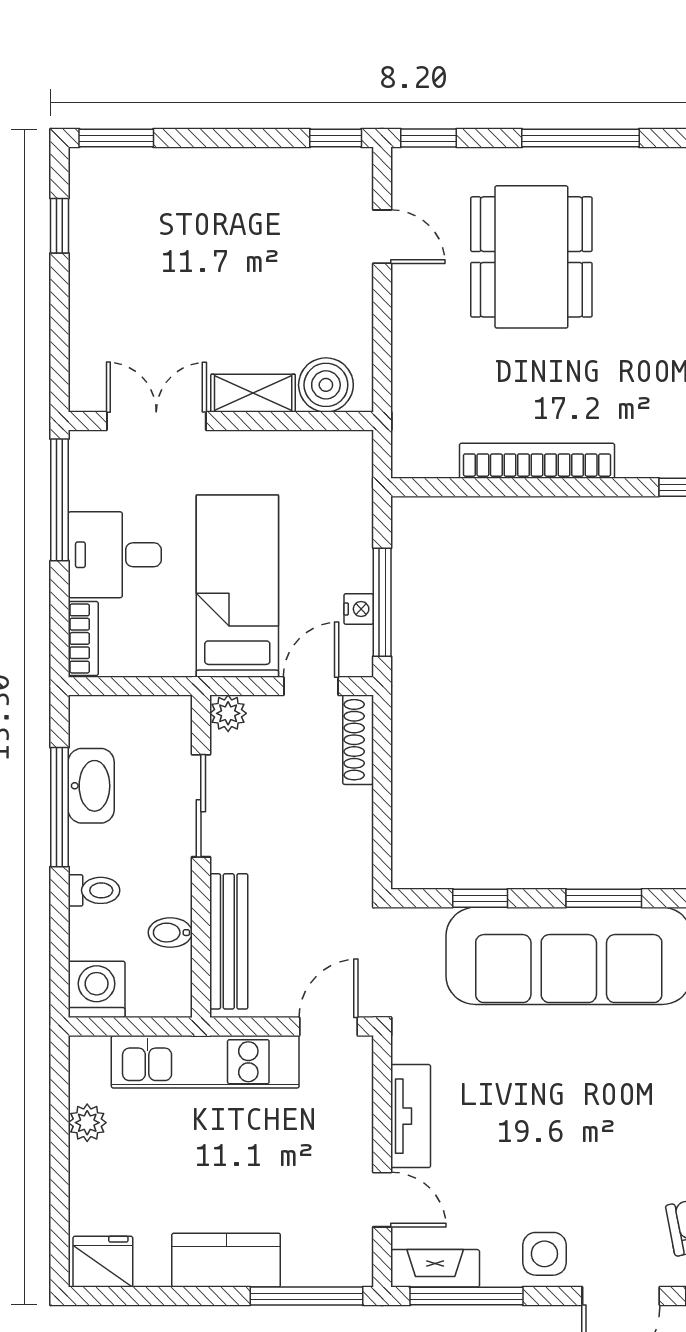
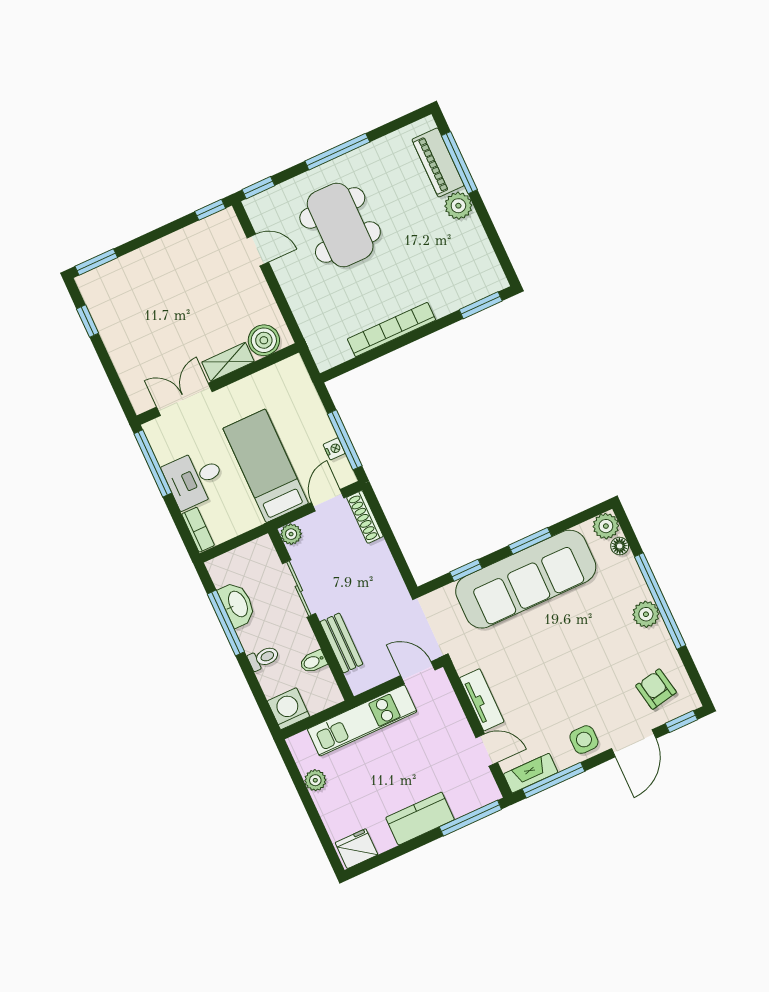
bench: (229, 941) -> (341, 643), width x0.73
door: (329, 1026) -> (418, 673), hinge flipped

